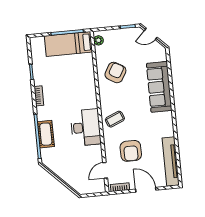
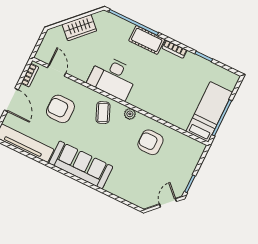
plant: (98, 40) -> (130, 114), moved
armchair: (115, 72) -> (150, 142), turned 150
sofa: (159, 87) -> (81, 165), moved
cot: (46, 134) -> (147, 40), moved
wardrobe: (65, 173) -> (79, 28), added
door: (146, 190) -> (11, 100), hinge flipped

